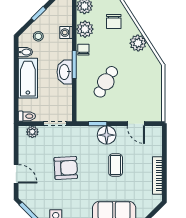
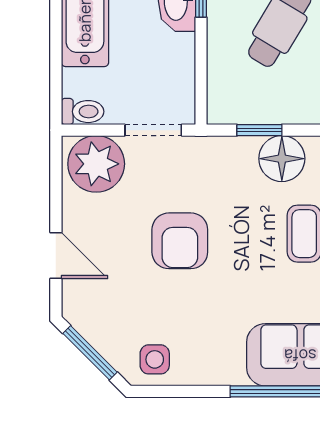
plant: (32, 132) -> (96, 164), width x1.87, depth x1.87
armchair: (66, 168) -> (180, 241), turned 93

